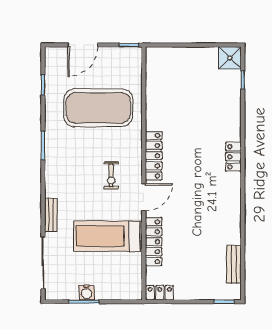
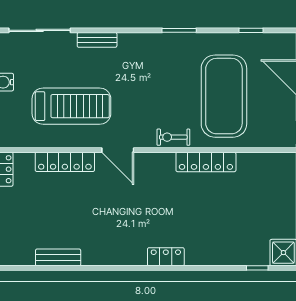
locker: (154, 156) -> (206, 162), moved
exercise bike: (111, 175) -> (173, 137), moved
treadmill: (107, 236) -> (71, 106), turned 90
bench: (234, 264) -> (58, 257), moved

